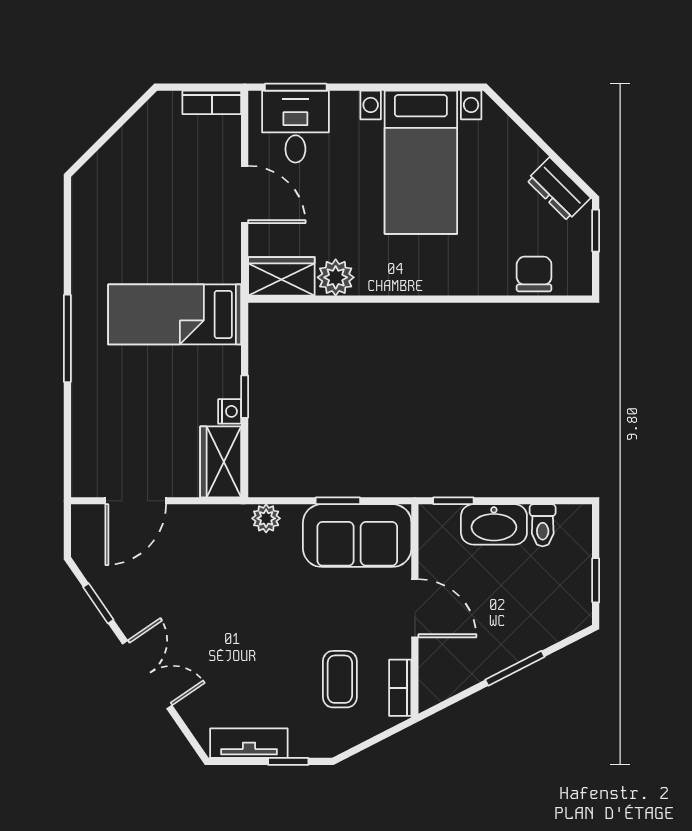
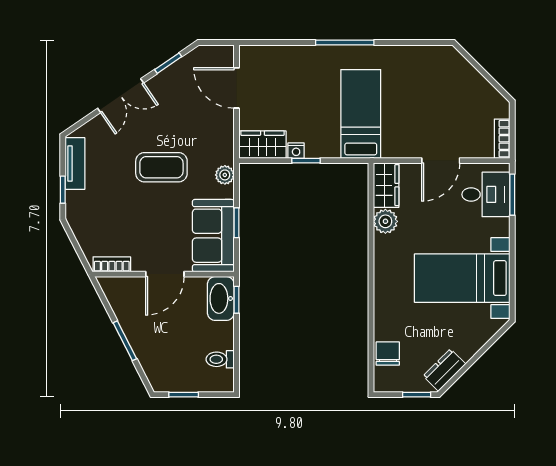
chair: (534, 274) -> (388, 354), turned -90
washbasin: (494, 524) -> (221, 298), moved
coffee table: (340, 679) -> (161, 167), moved, width x1.36, depth x1.30

